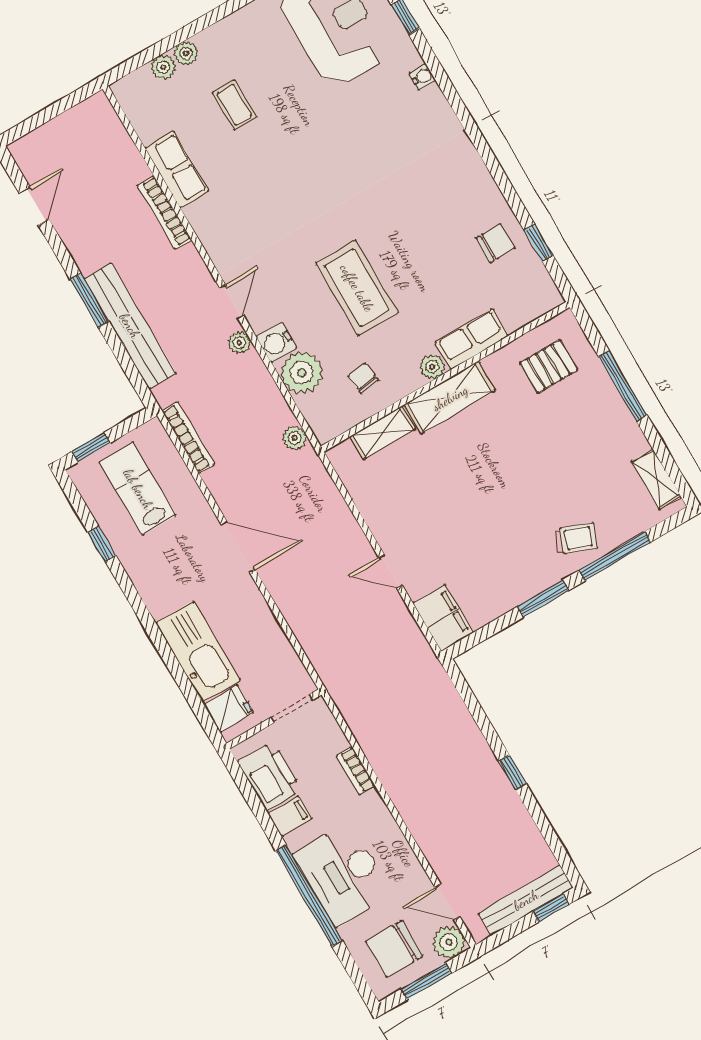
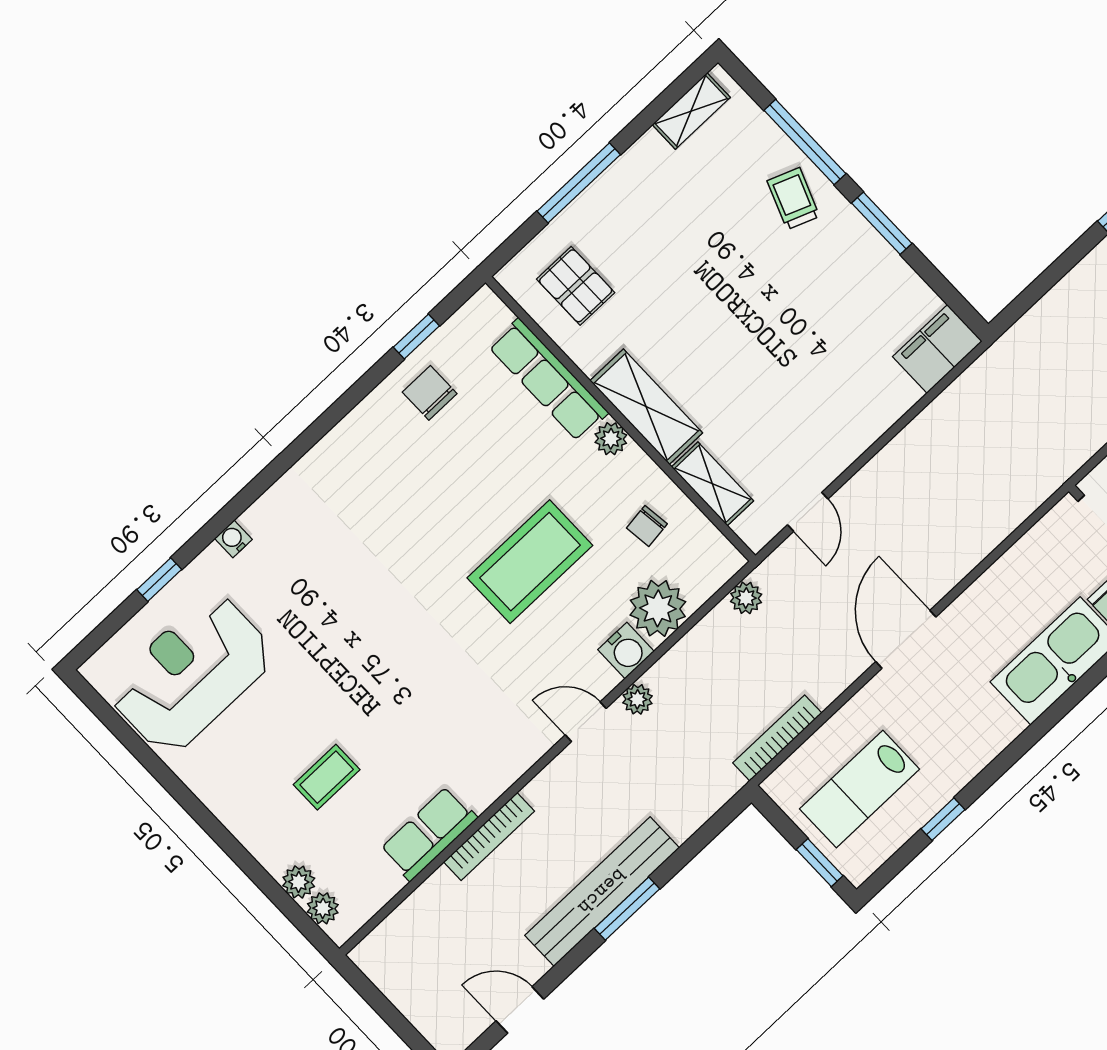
plant: (186, 53) -> (323, 908), moved
bench: (130, 326) -> (602, 892), moved
row of seats: (472, 339) -> (548, 380), width x1.48
door: (391, 571) -> (808, 512), moved

